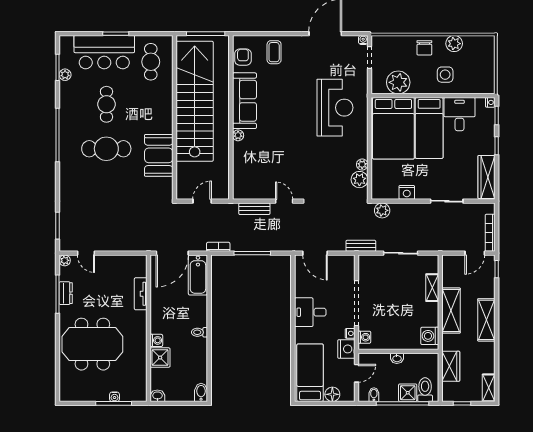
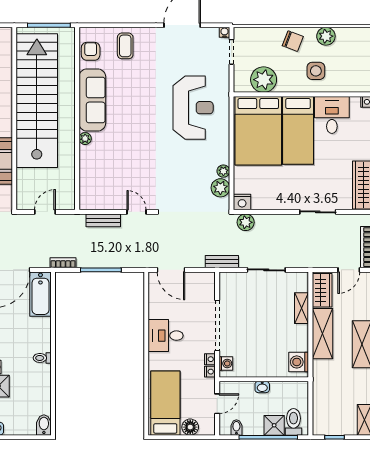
chair: (424, 48) -> (293, 41), turned -69
nightstand: (407, 192) -> (242, 202), moved
nightstand: (346, 349) -> (210, 372), width x0.53, depth x0.56
wardrobe: (451, 366) -> (322, 290), moved

